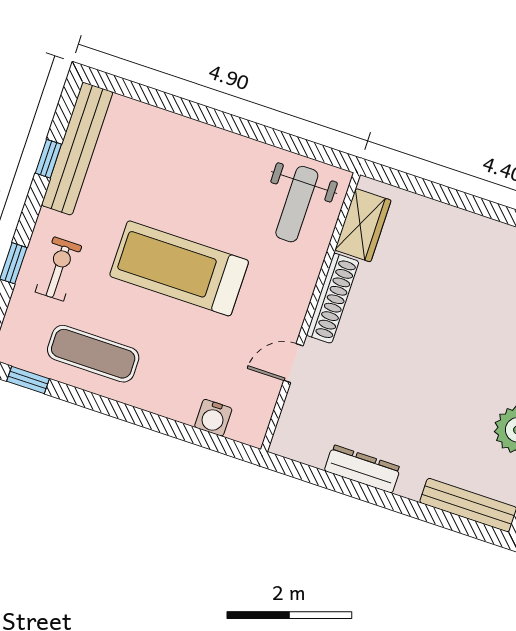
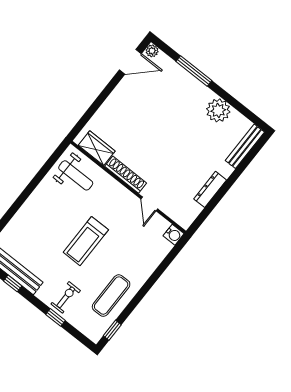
treadmill: (179, 268) -> (86, 241), width x0.73, depth x0.73
exercise bike: (59, 269) -> (66, 297), turned 90
water cooler: (213, 418) -> (174, 235), moved

